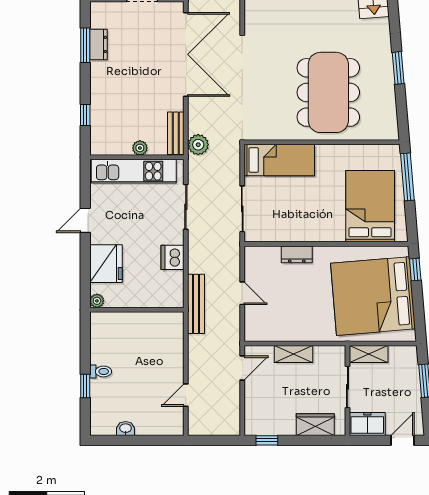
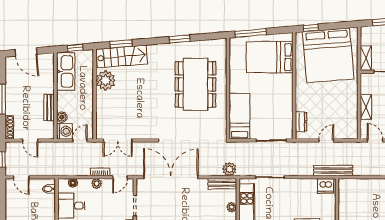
dining table: (328, 92) -> (196, 84), turned 90
dresser: (297, 254) -> (301, 122), moved
dishwasher: (173, 257) -> (326, 186), moved

